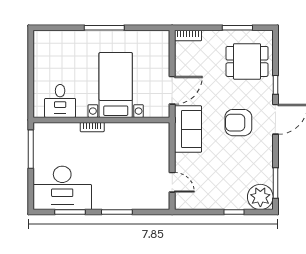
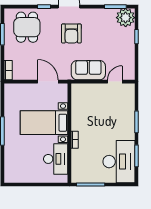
desk: (60, 101) -> (56, 159), width x1.37
sofa: (188, 129) -> (88, 70), moved

